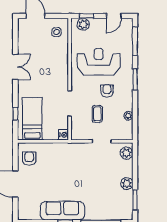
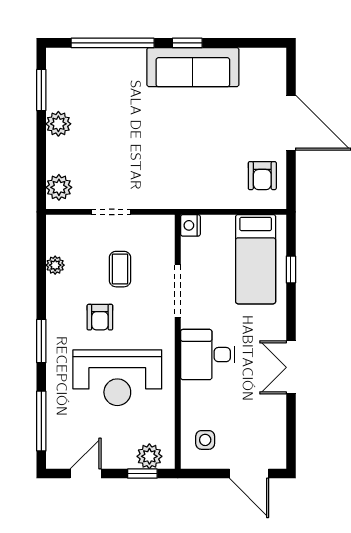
desk: (55, 73) -> (208, 355), added

